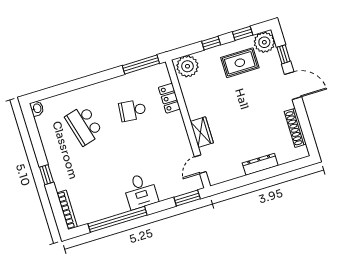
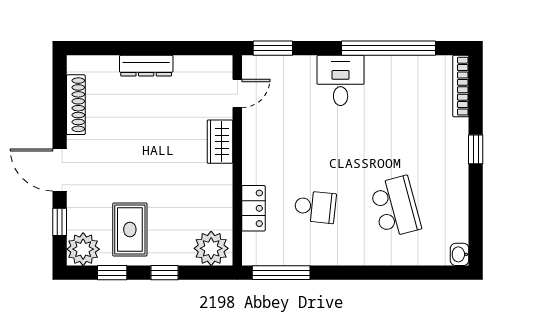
rug: (240, 63) -> (130, 229), turned 90

